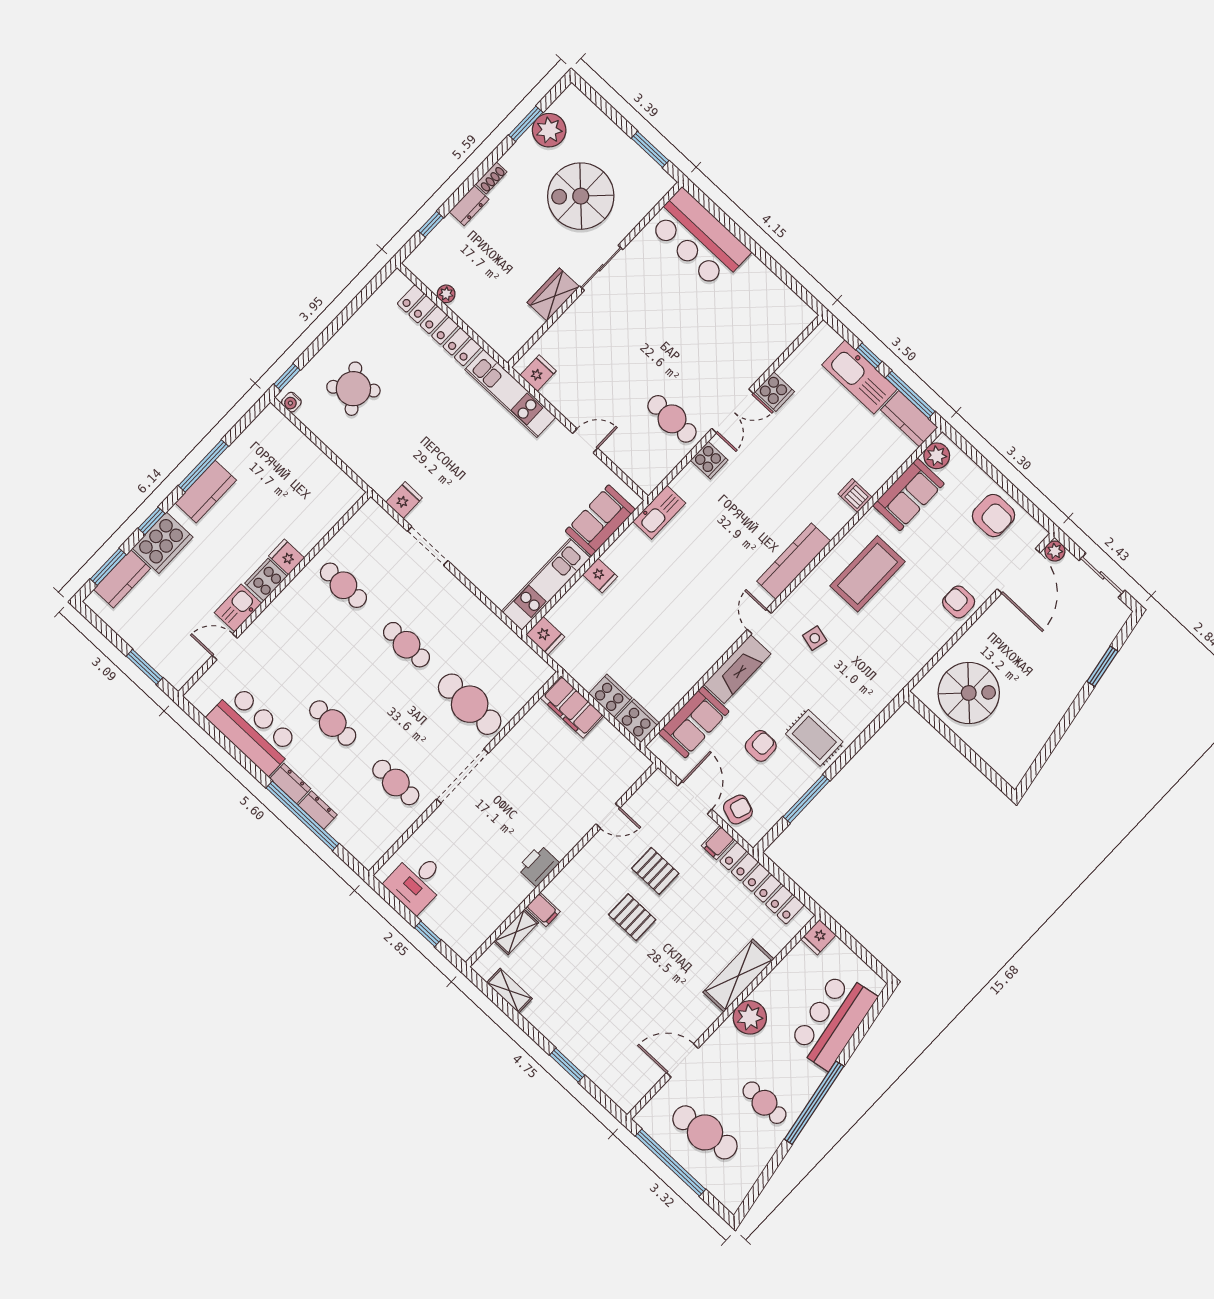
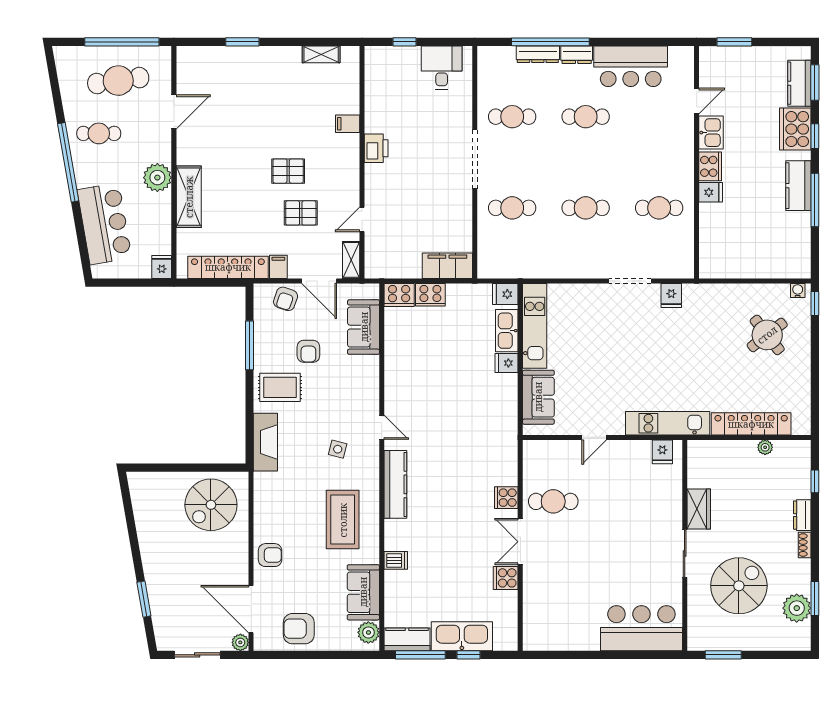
kitchen sink: (659, 512) -> (507, 331), moved
fireplace: (737, 669) -> (265, 442), moved, turned 180
cafe table: (470, 704) -> (512, 208), width x0.73, depth x0.74
dresser: (318, 810) -> (538, 54), width x1.44
shelving: (516, 932) -> (351, 260), moved

